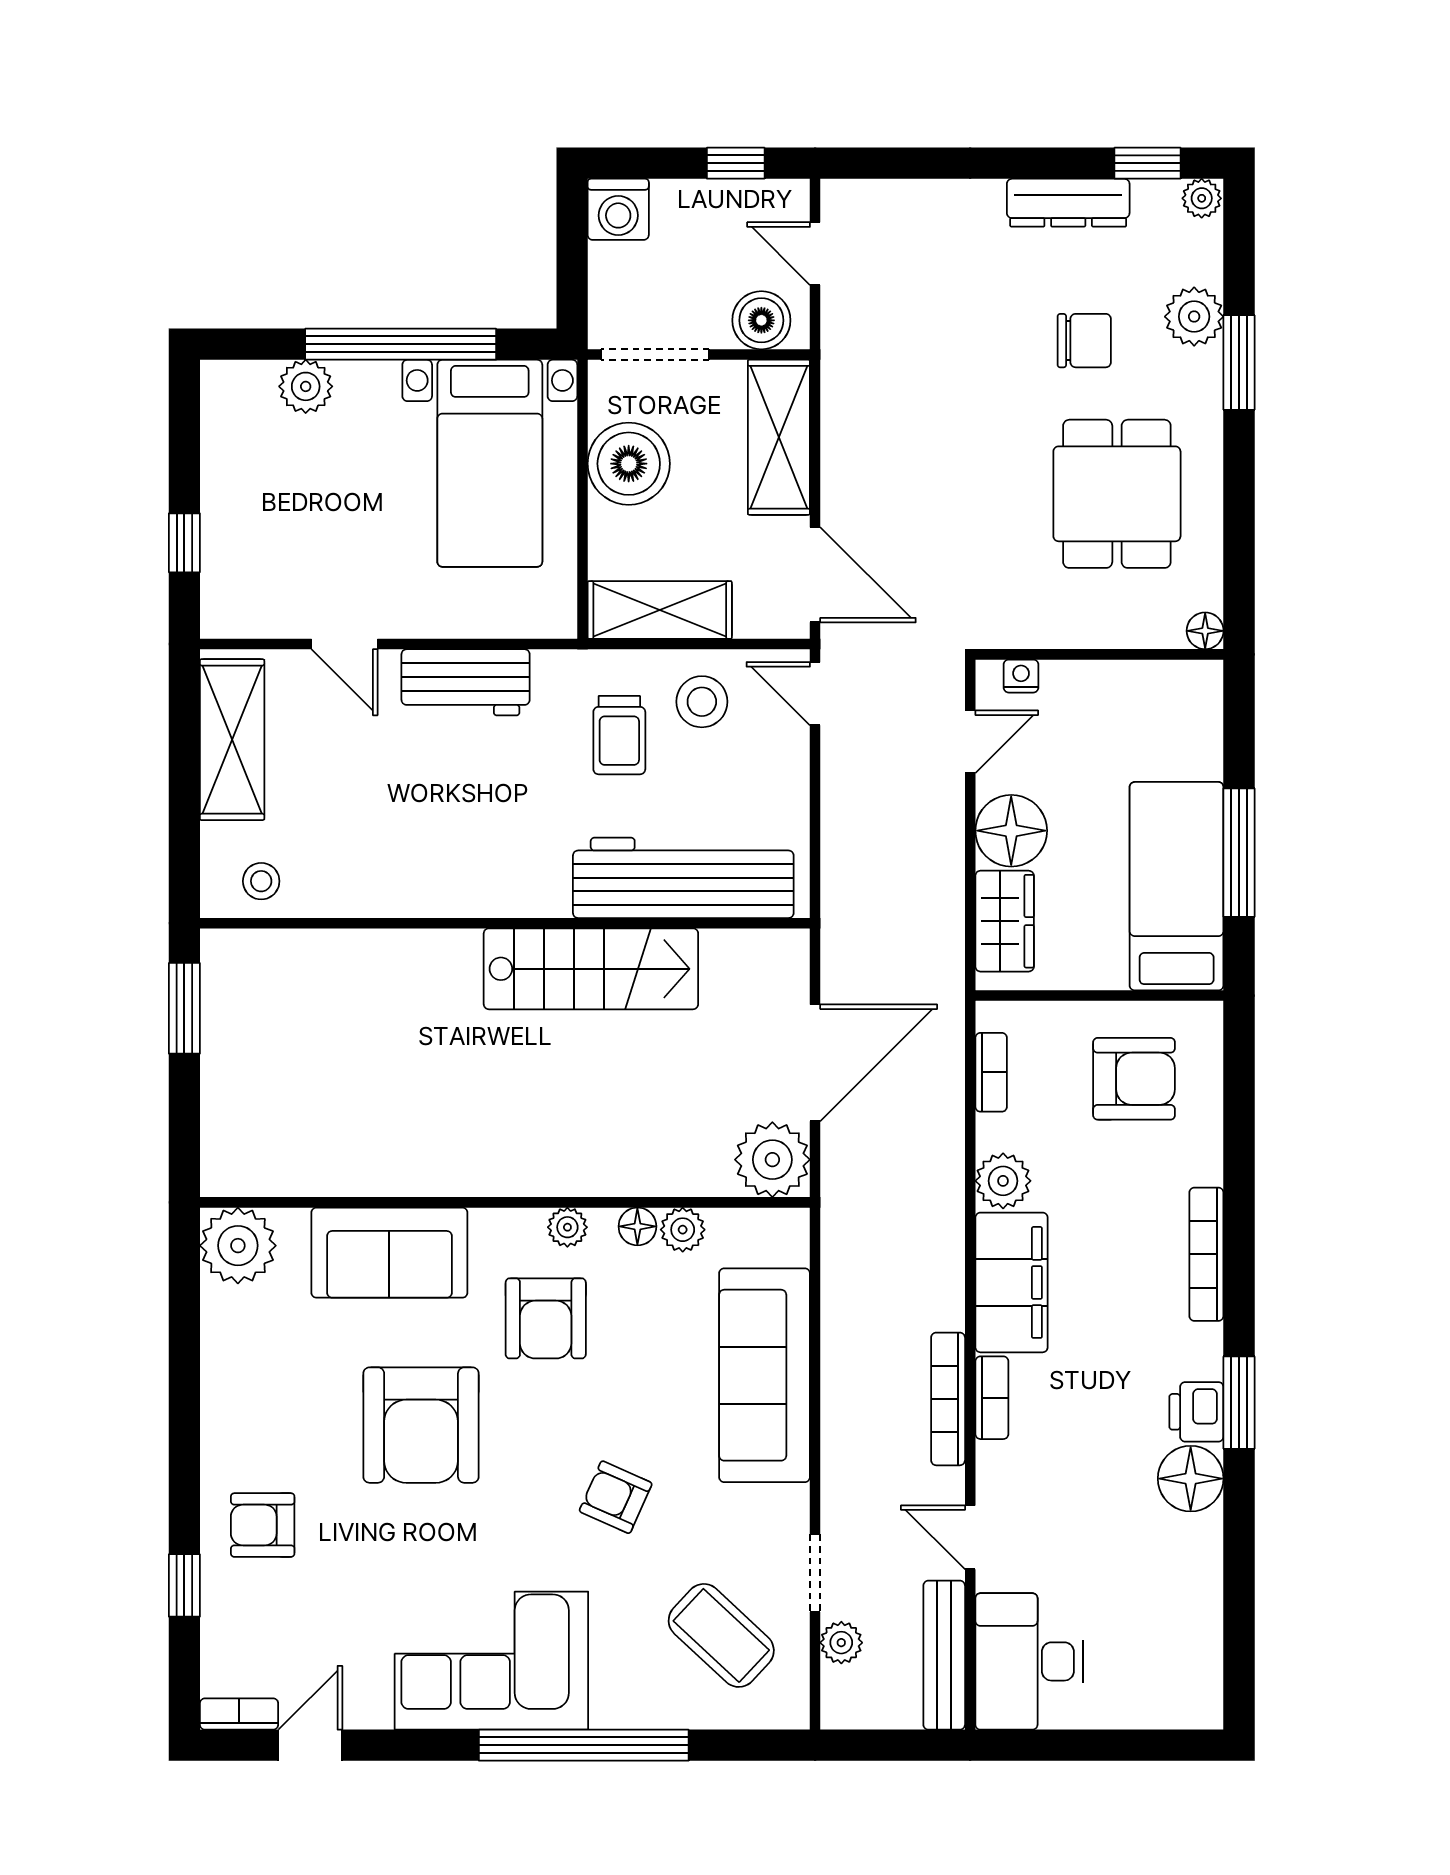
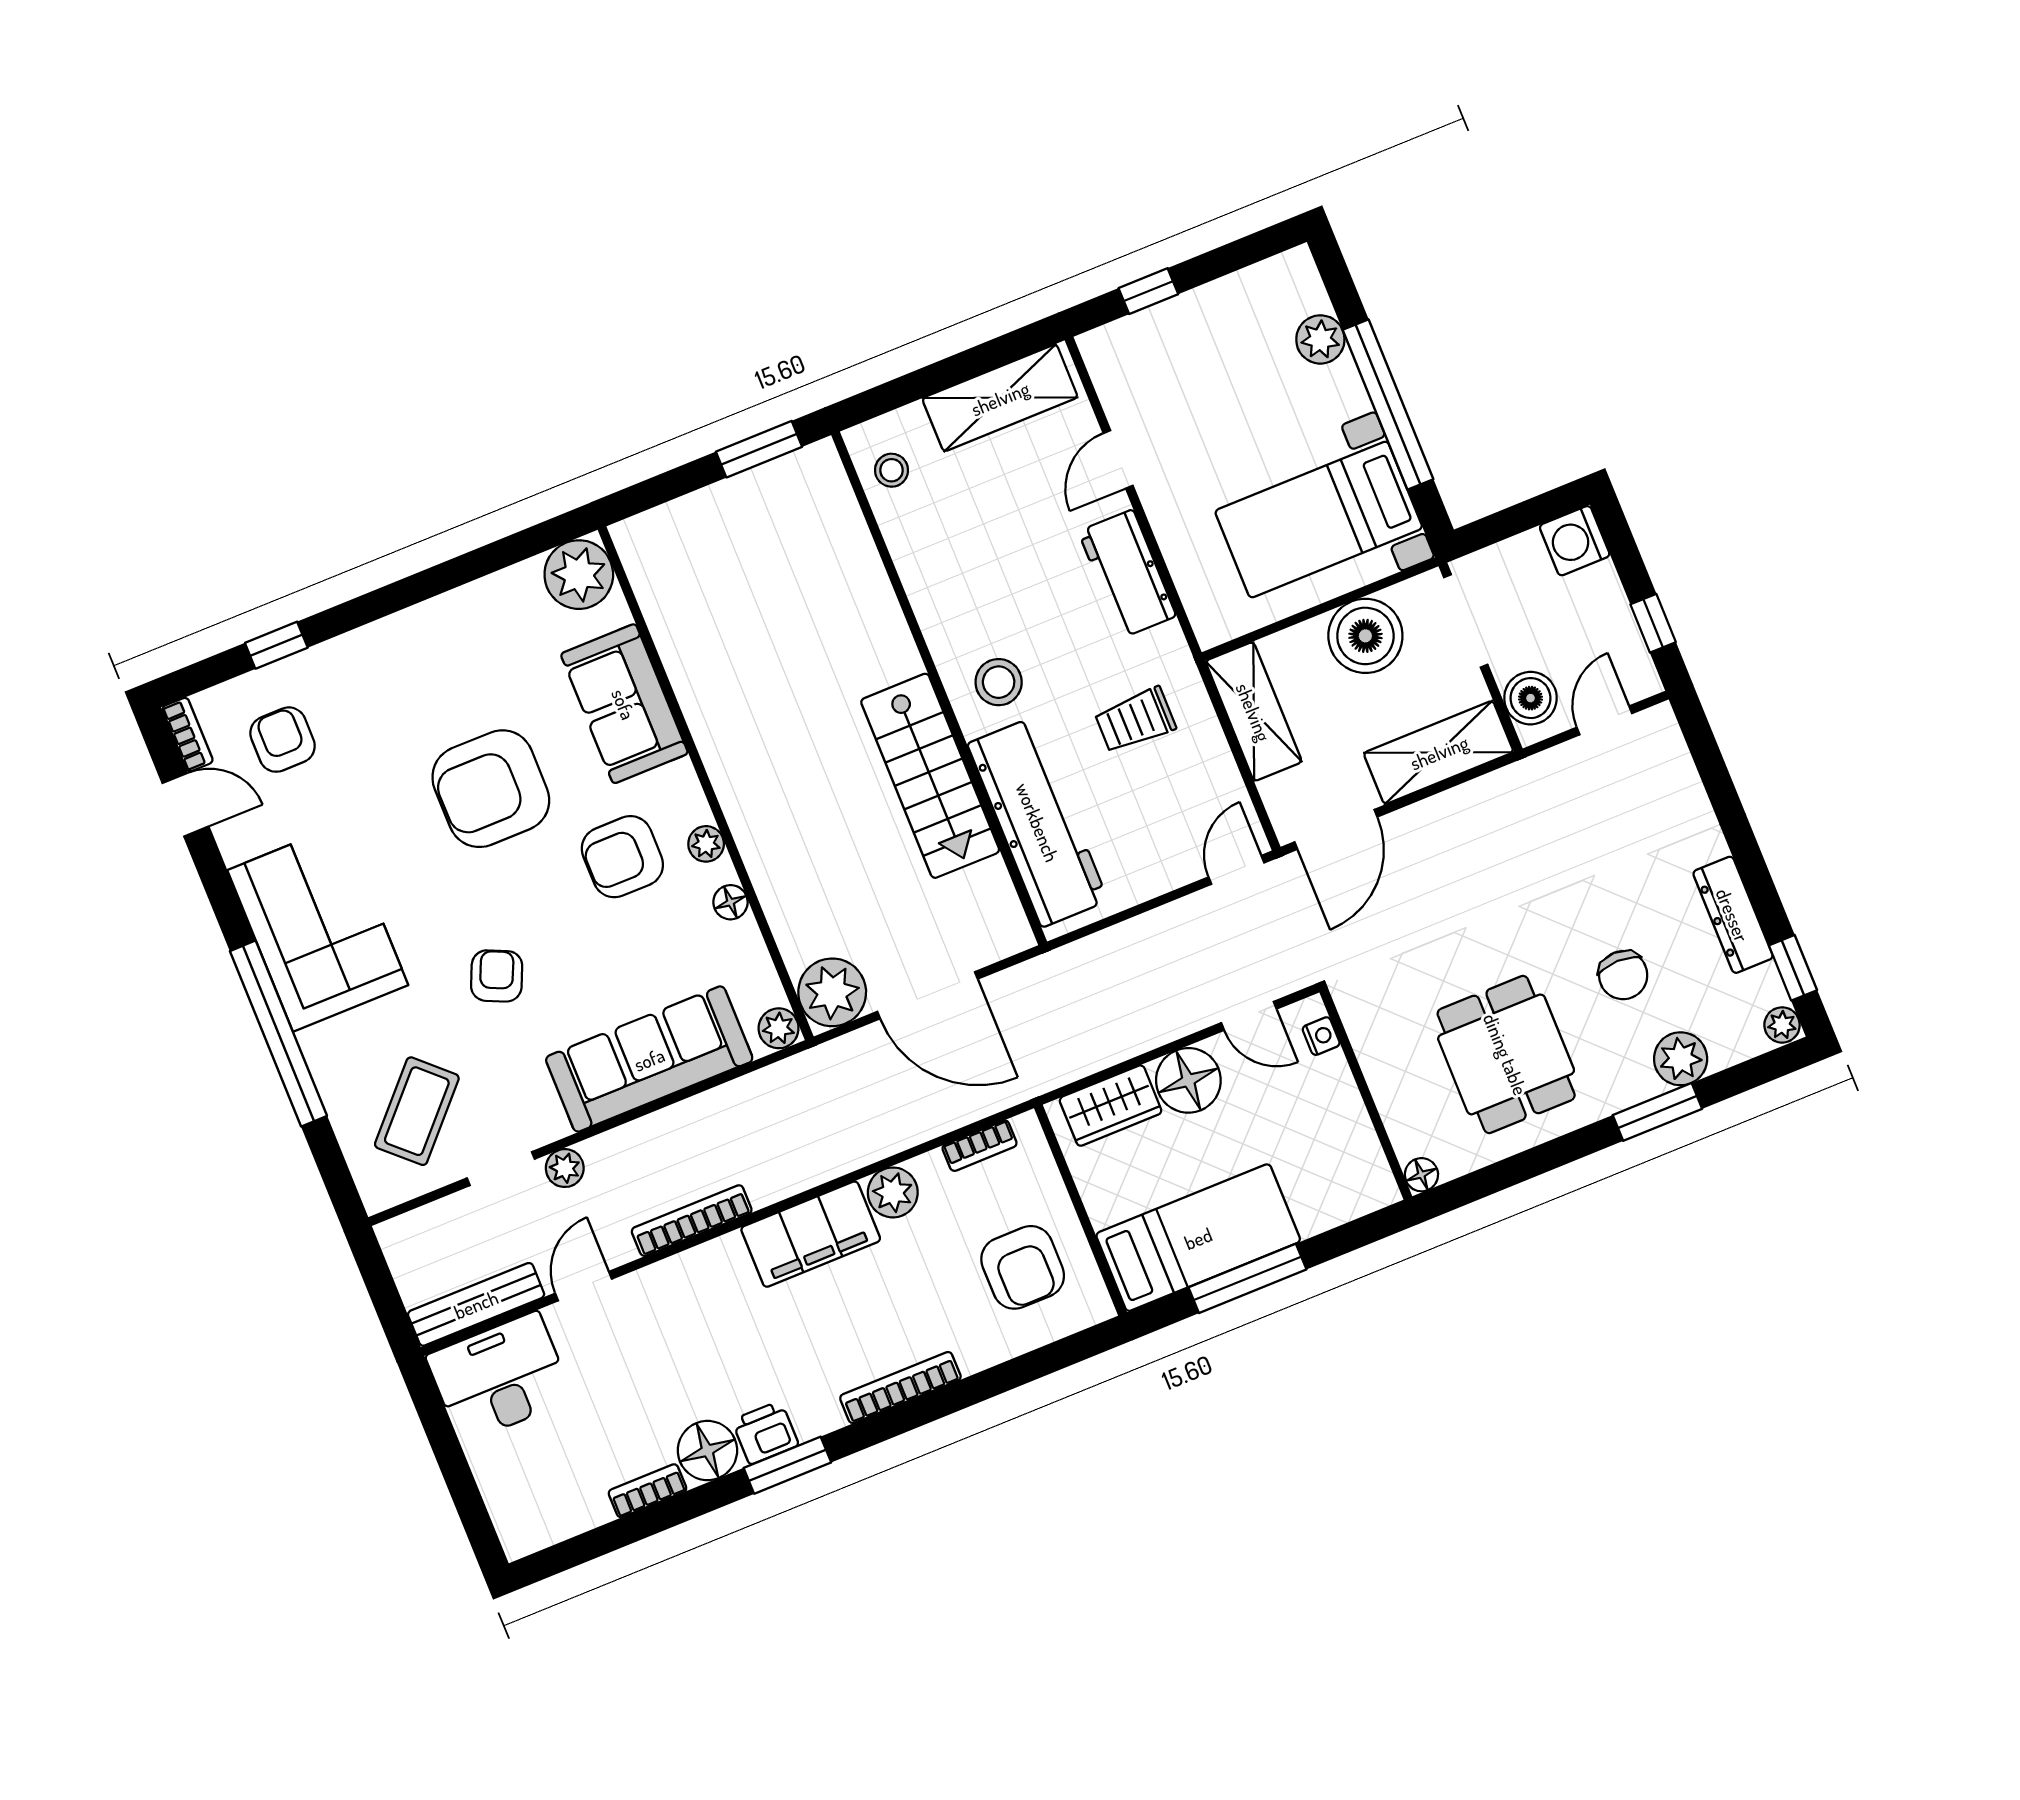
dining table: (1117, 494) -> (1506, 1054), turned 90
stool: (702, 702) -> (999, 682), moved
plant: (683, 1230) -> (779, 1028), moved
bookcase: (992, 1398) -> (648, 1491), moved, turned 180
armchair: (263, 1525) -> (283, 740), moved
plant: (841, 1643) -> (565, 1168), moved

